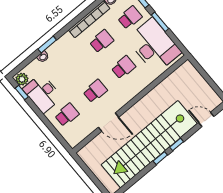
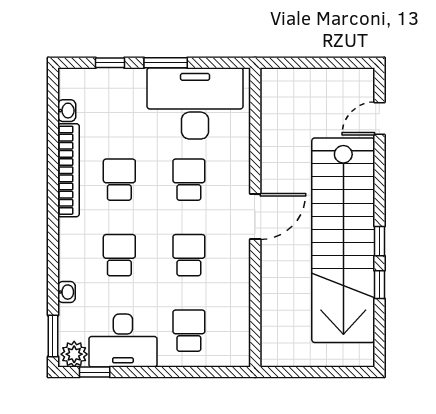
school desk: (130, 18) -> (119, 255), moved
window: (47, 45) -> (53, 336), moved
door: (109, 122) -> (255, 217), moved
window: (177, 144) -> (379, 285), moved

